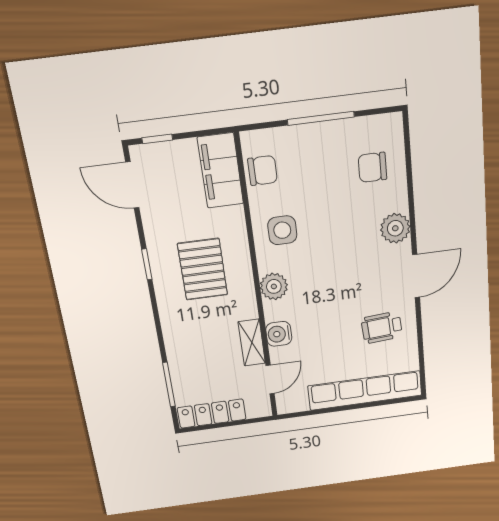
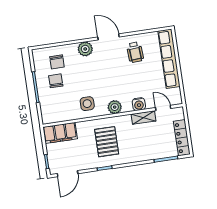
chair: (263, 170) -> (56, 81), moved
pallet: (203, 269) -> (107, 142), turned 90

